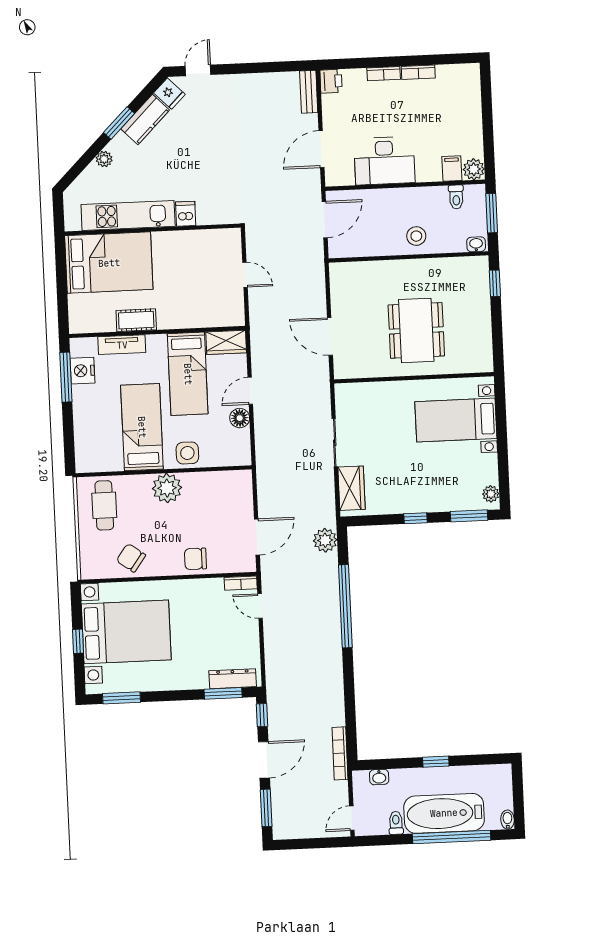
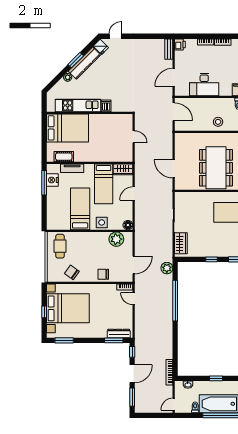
kitchen counter: (145, 119) -> (84, 63), width x1.50
door: (325, 220) -> (174, 112), hinge flipped
cot: (136, 320) -> (64, 157), moved
dining table: (416, 330) -> (216, 168), width x1.36, depth x1.24
floor lamp: (240, 418) -> (128, 225), moved
plant: (167, 488) -> (116, 239), moved

